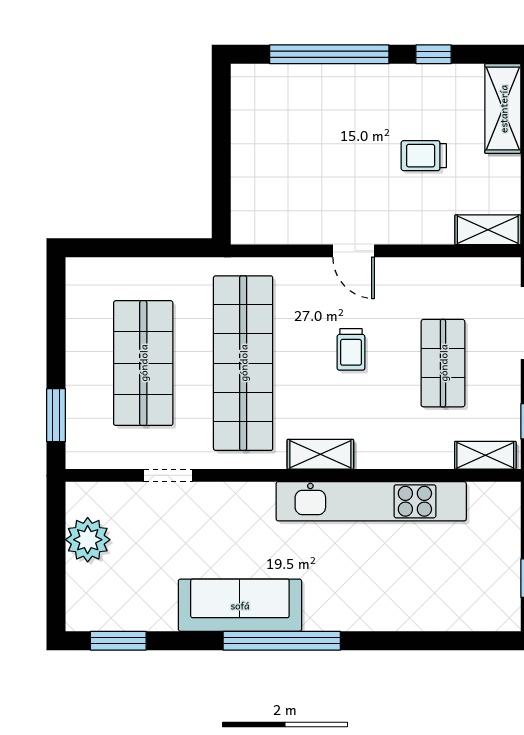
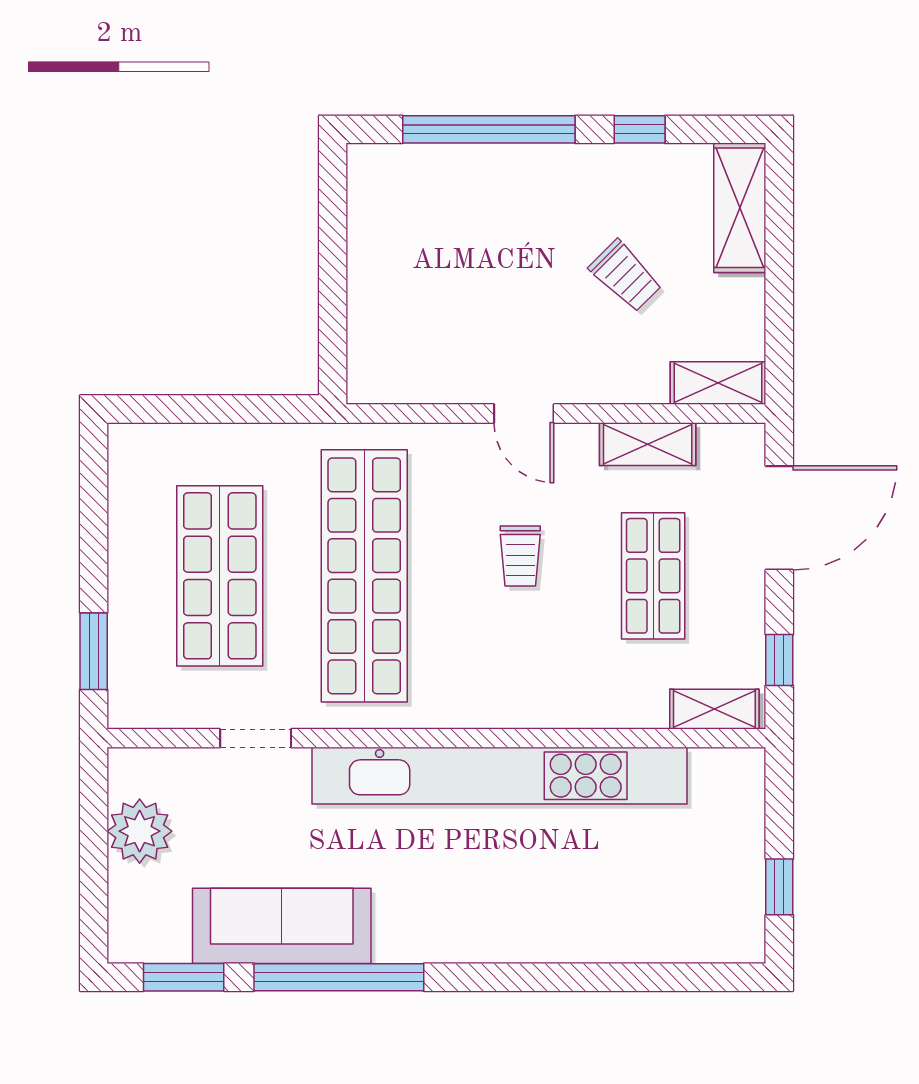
trolley: (424, 156) -> (625, 276), turned -135
shelving: (320, 454) -> (648, 444), moved
kitchen unit: (371, 501) -> (499, 776), width x1.36
sofa: (240, 605) -> (282, 926), moved
window: (282, 641) -> (339, 977), moved

